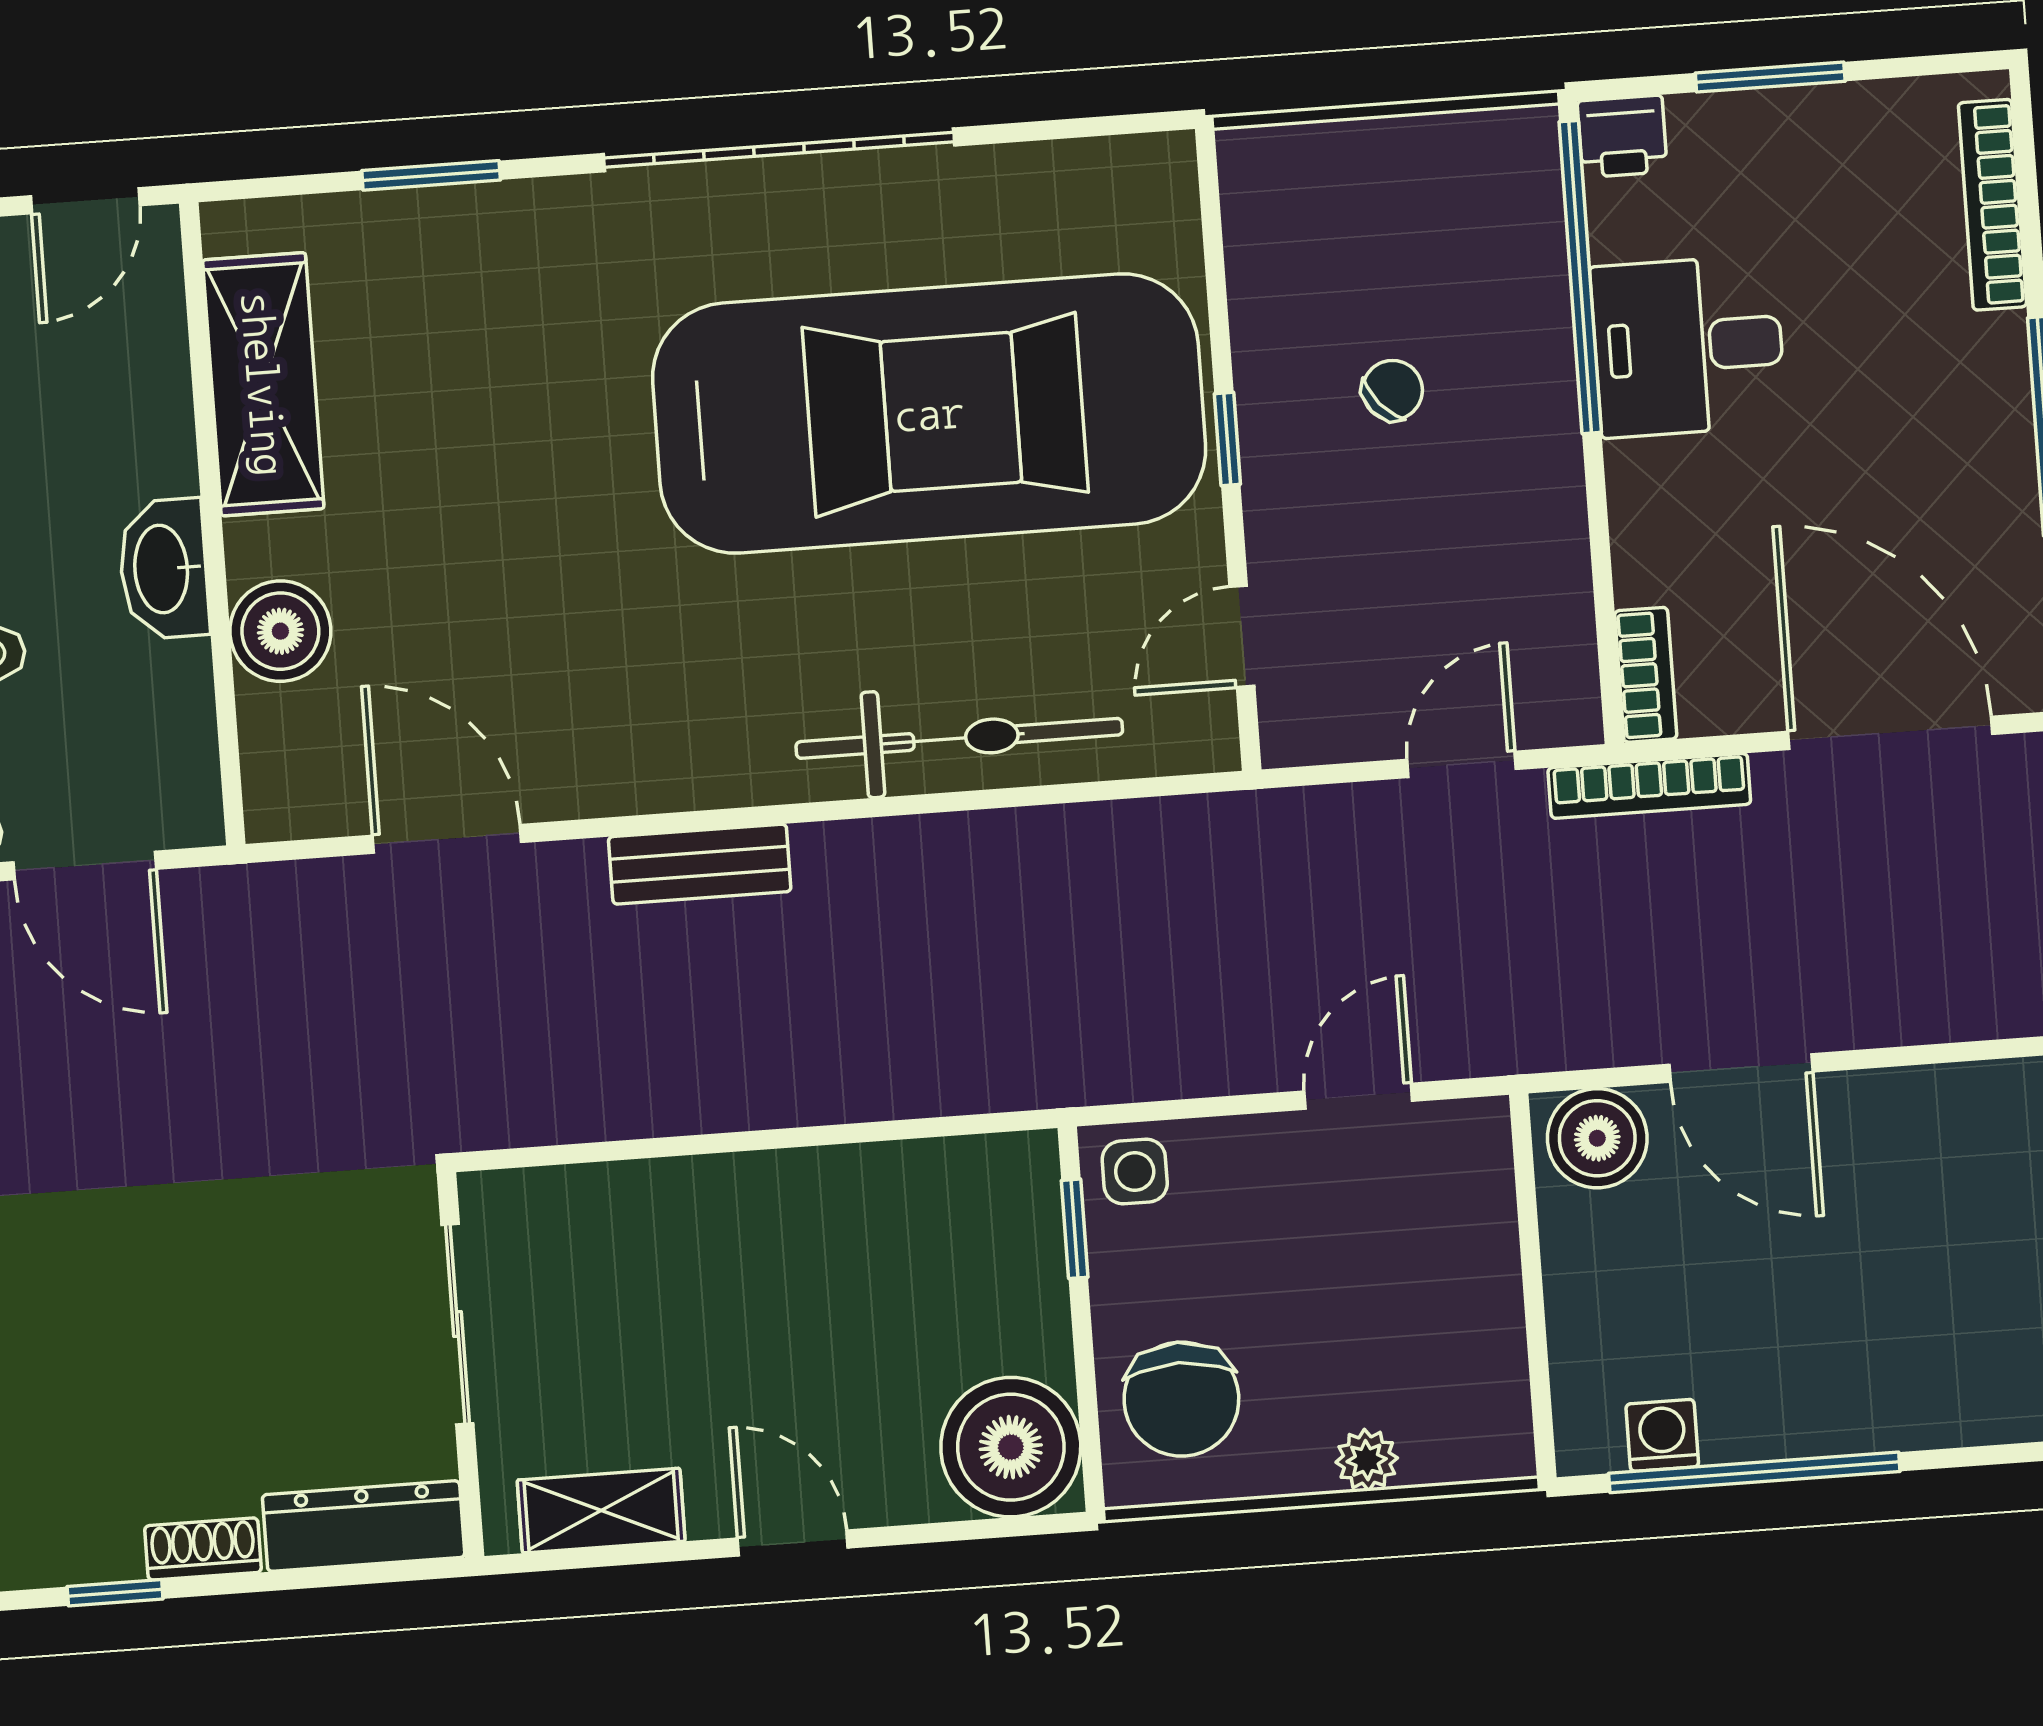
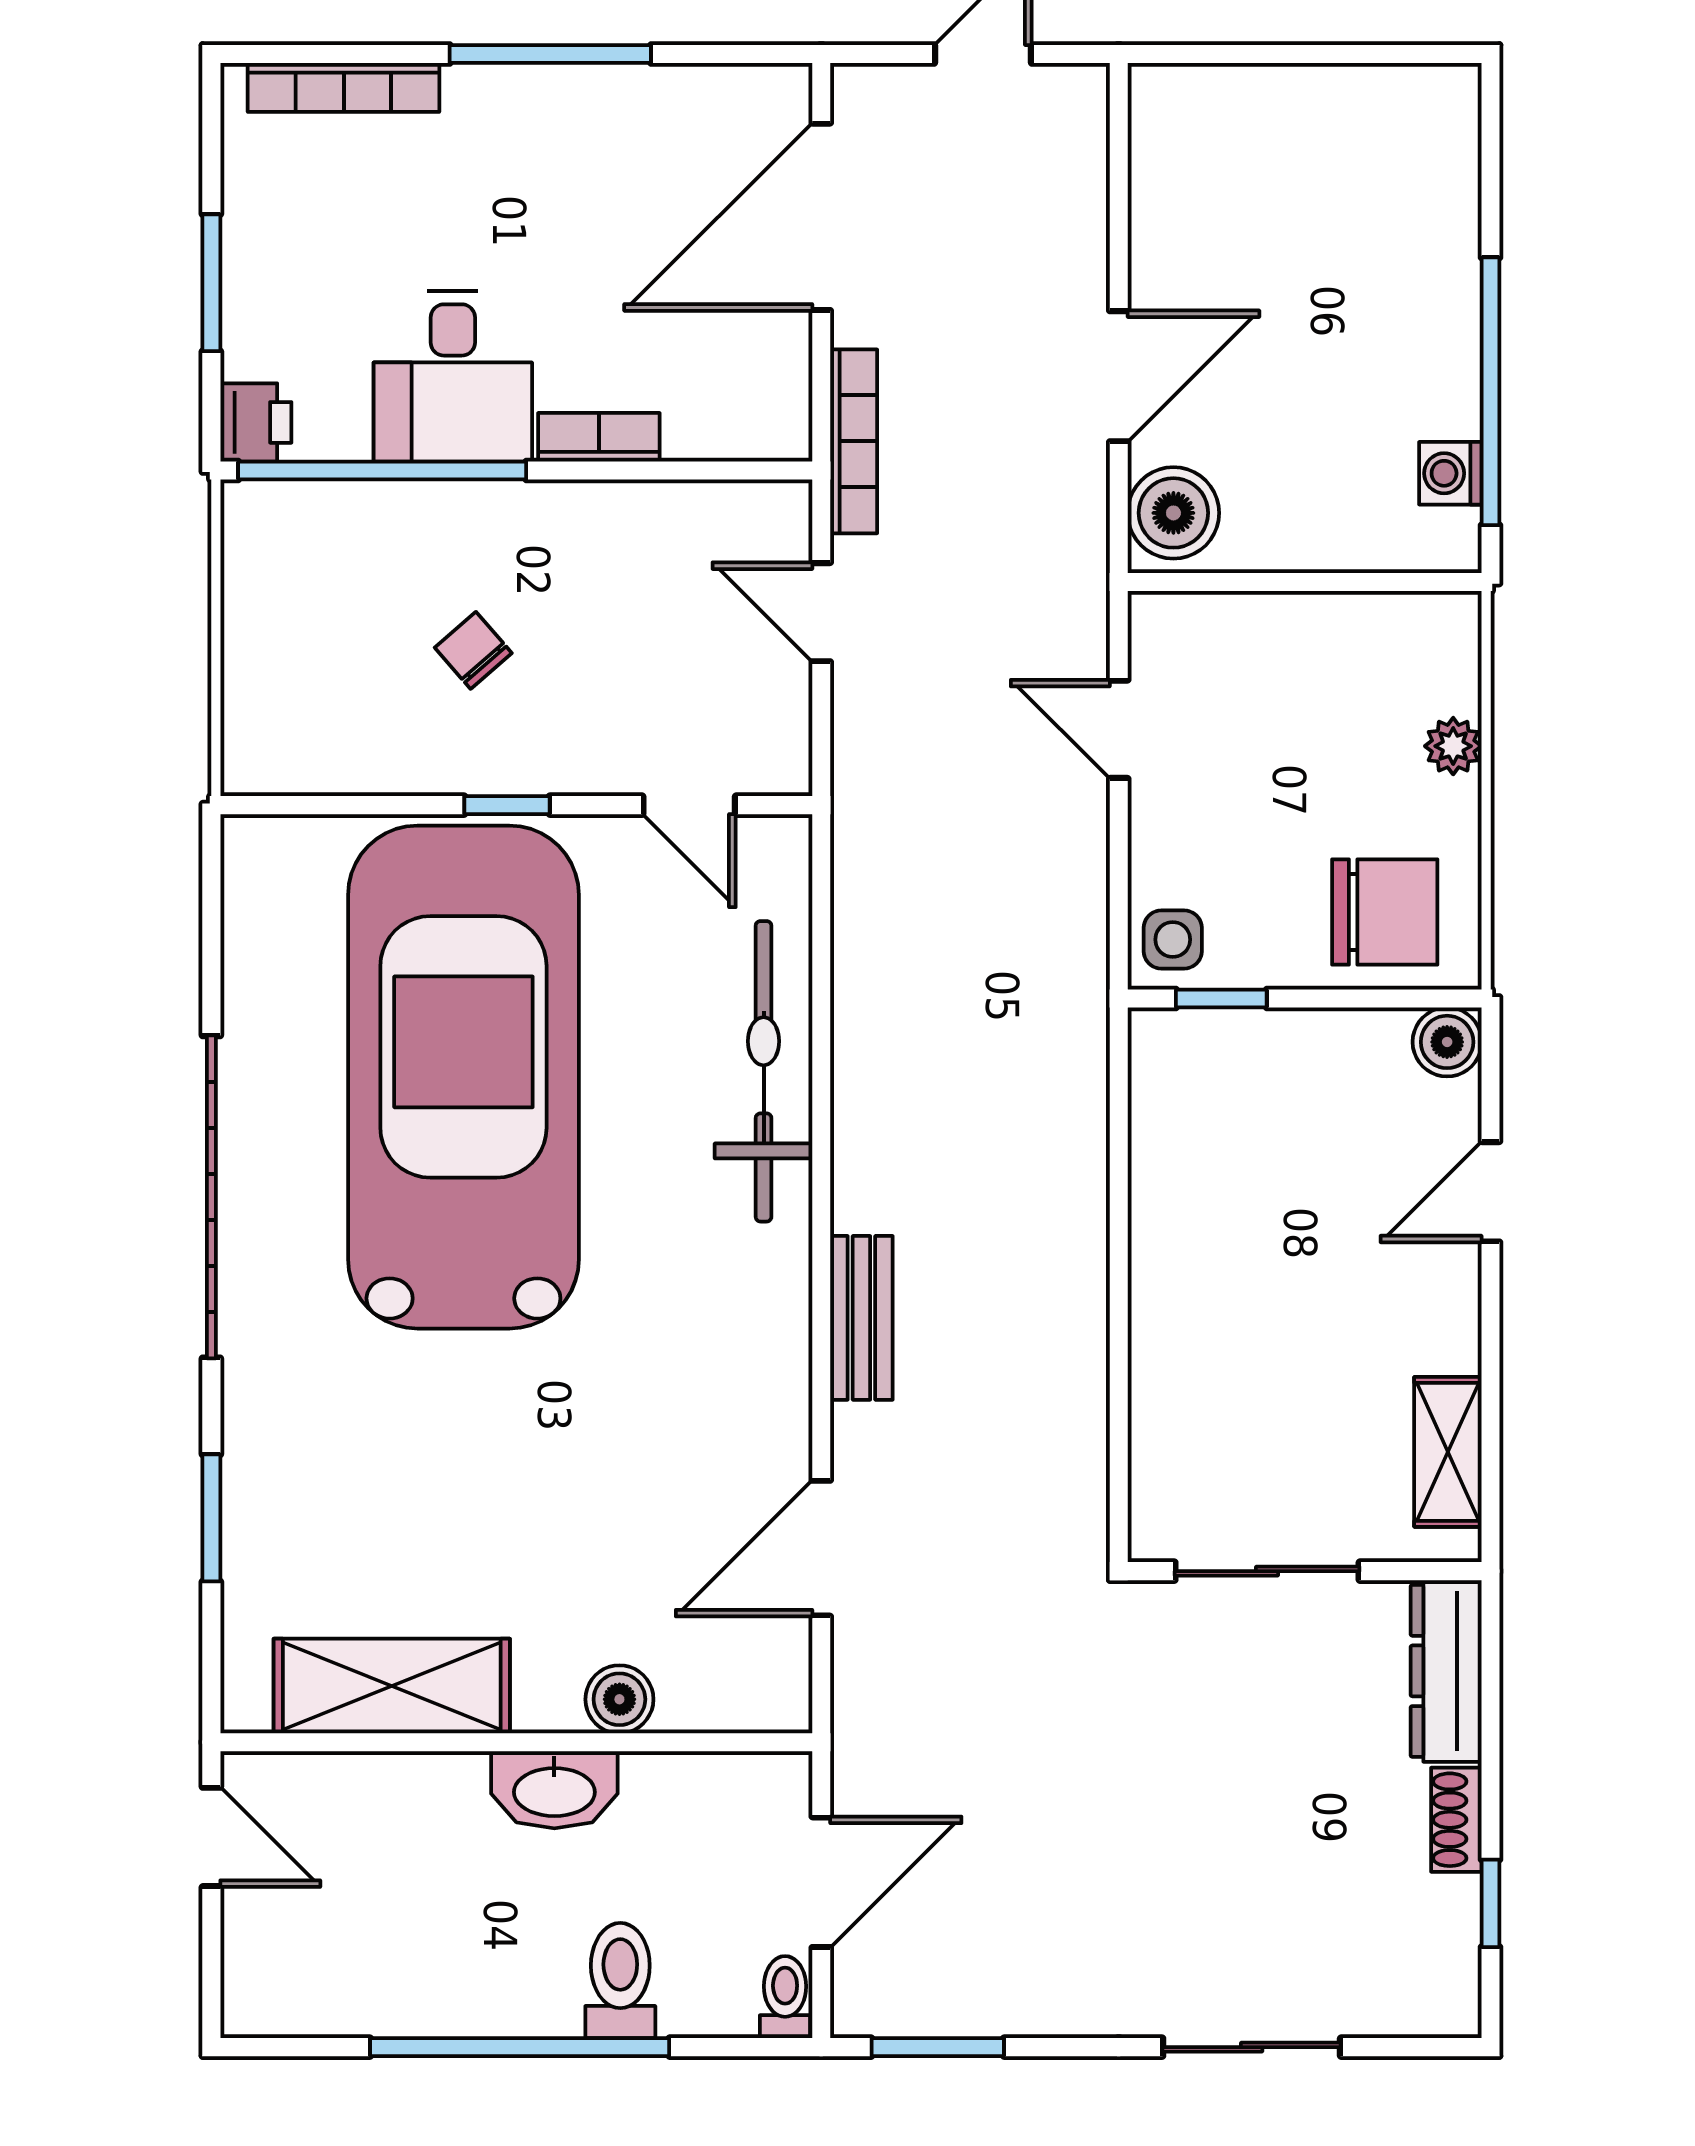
boiler: (280, 631) -> (619, 1699), width x0.73, depth x0.73
bookcase: (1646, 675) -> (599, 437), moved
boiler: (1011, 1447) -> (1447, 1042), width x0.54, depth x0.54
door: (793, 1543) -> (1491, 1192), moved

